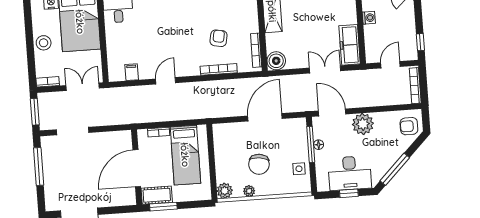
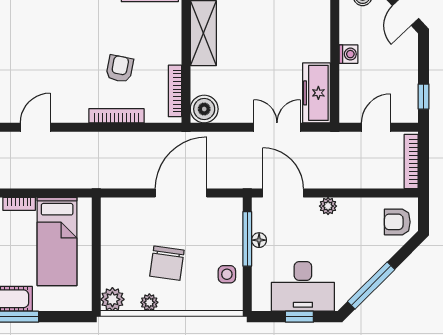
plant: (363, 124) -> (328, 206), width x0.53, depth x0.53

